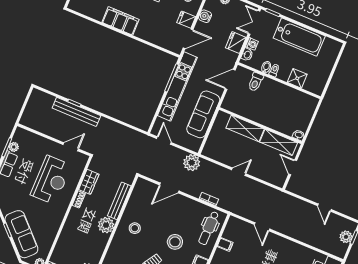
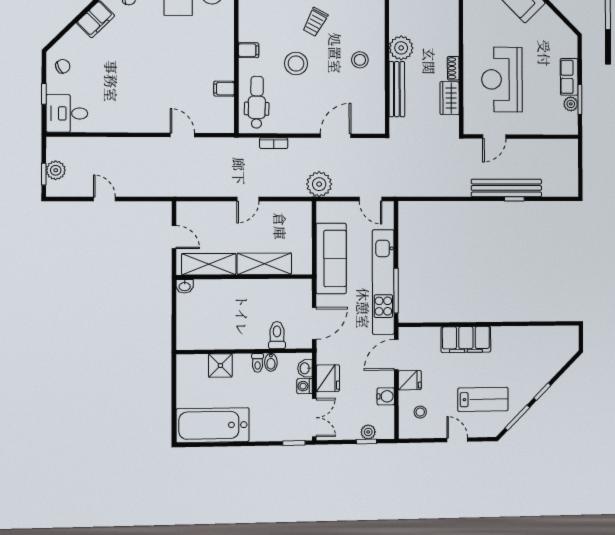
filing cabinet: (121, 21) -> (466, 339), moved
bathtub: (299, 37) -> (213, 425), moved

